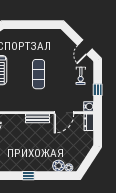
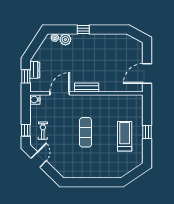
window: (98, 90) -> (26, 130), moved
dresser: (89, 122) -> (35, 70), moved
window: (98, 129) -> (26, 76), added
window: (28, 176) -> (83, 30), moved

